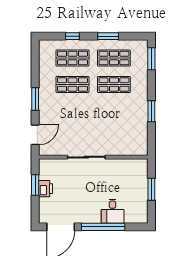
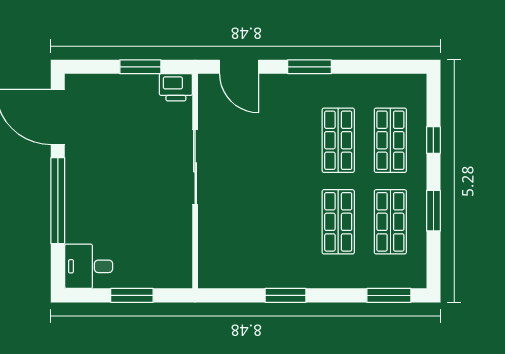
printer: (46, 189) -> (176, 87), moved
desk: (113, 211) -> (89, 266), moved

